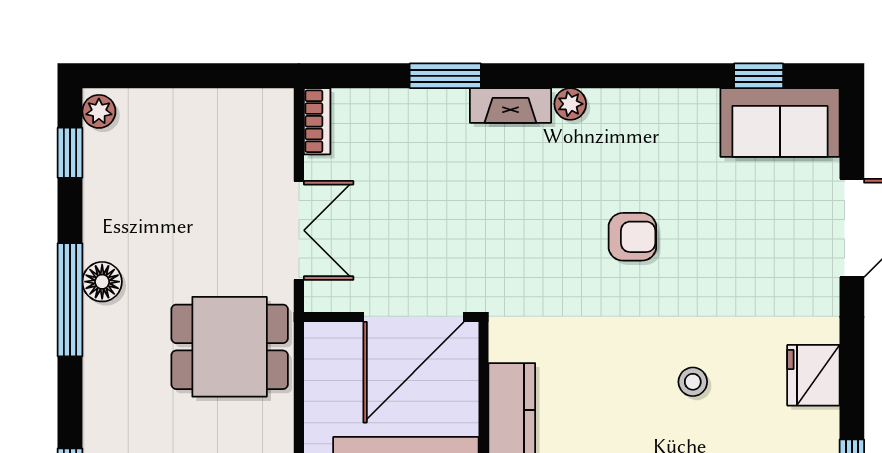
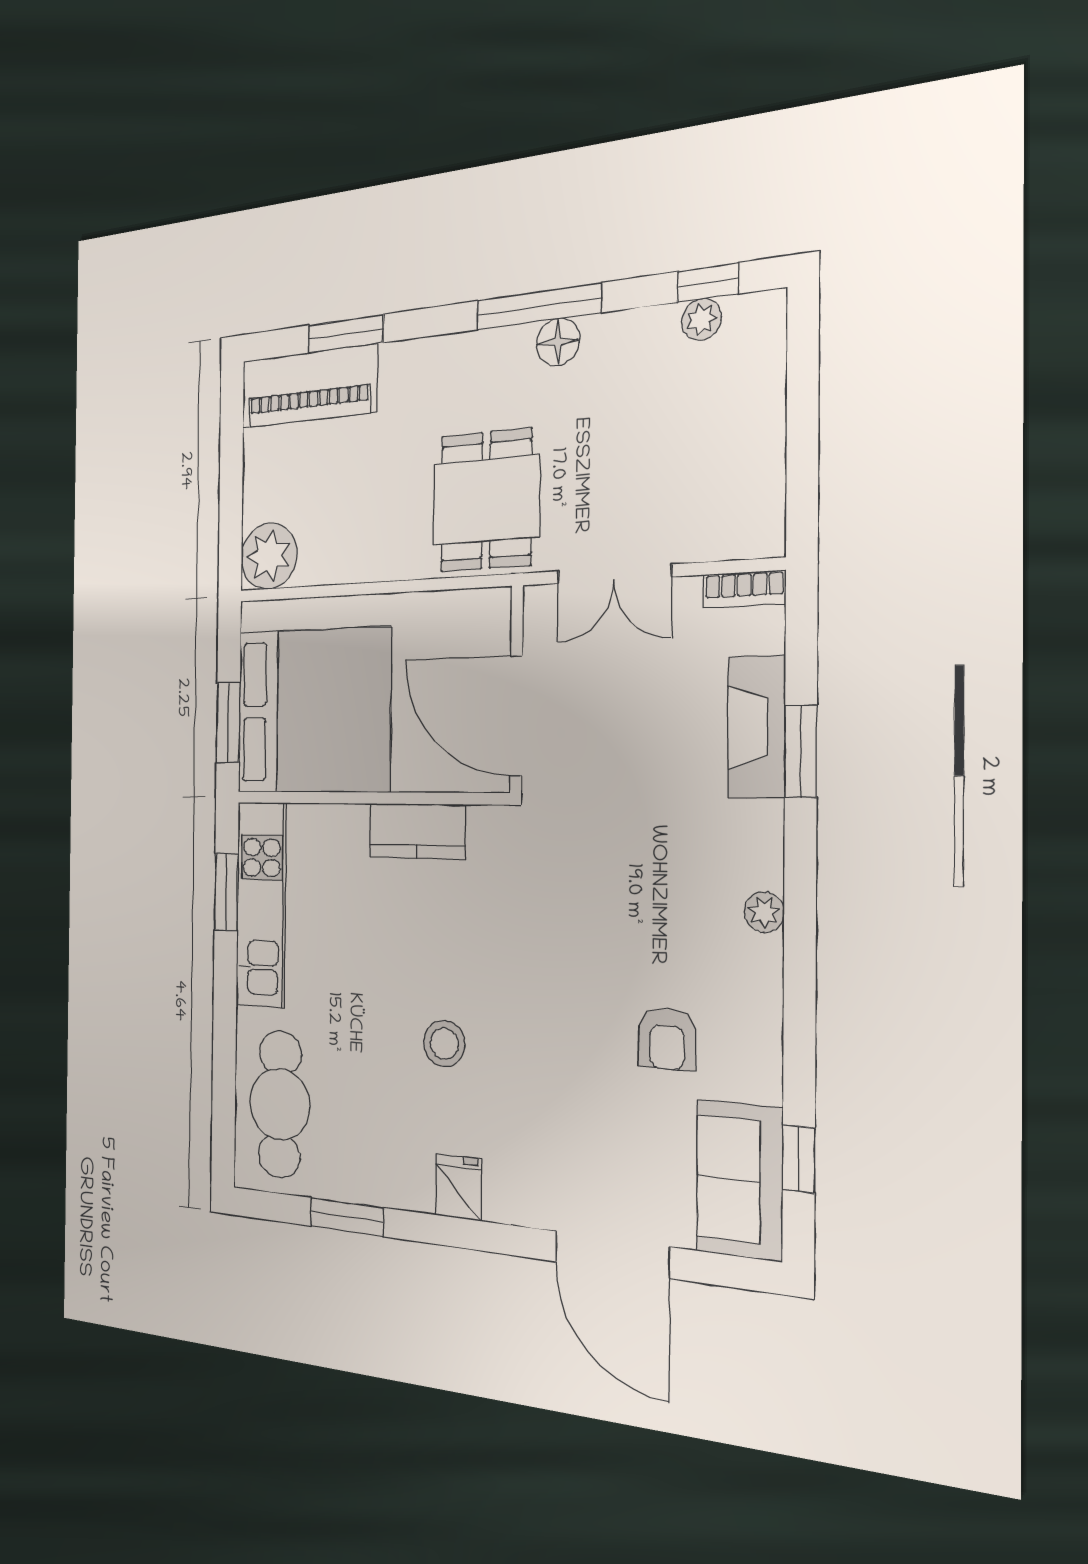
fireplace: (510, 105) -> (756, 727), moved, width x1.37, depth x1.32
plant: (99, 111) -> (701, 319), moved
armchair: (632, 237) -> (667, 1039), moved
fridge: (813, 375) -> (459, 1187), width x0.72
stool: (693, 382) -> (444, 1043), width x1.37, depth x1.37

